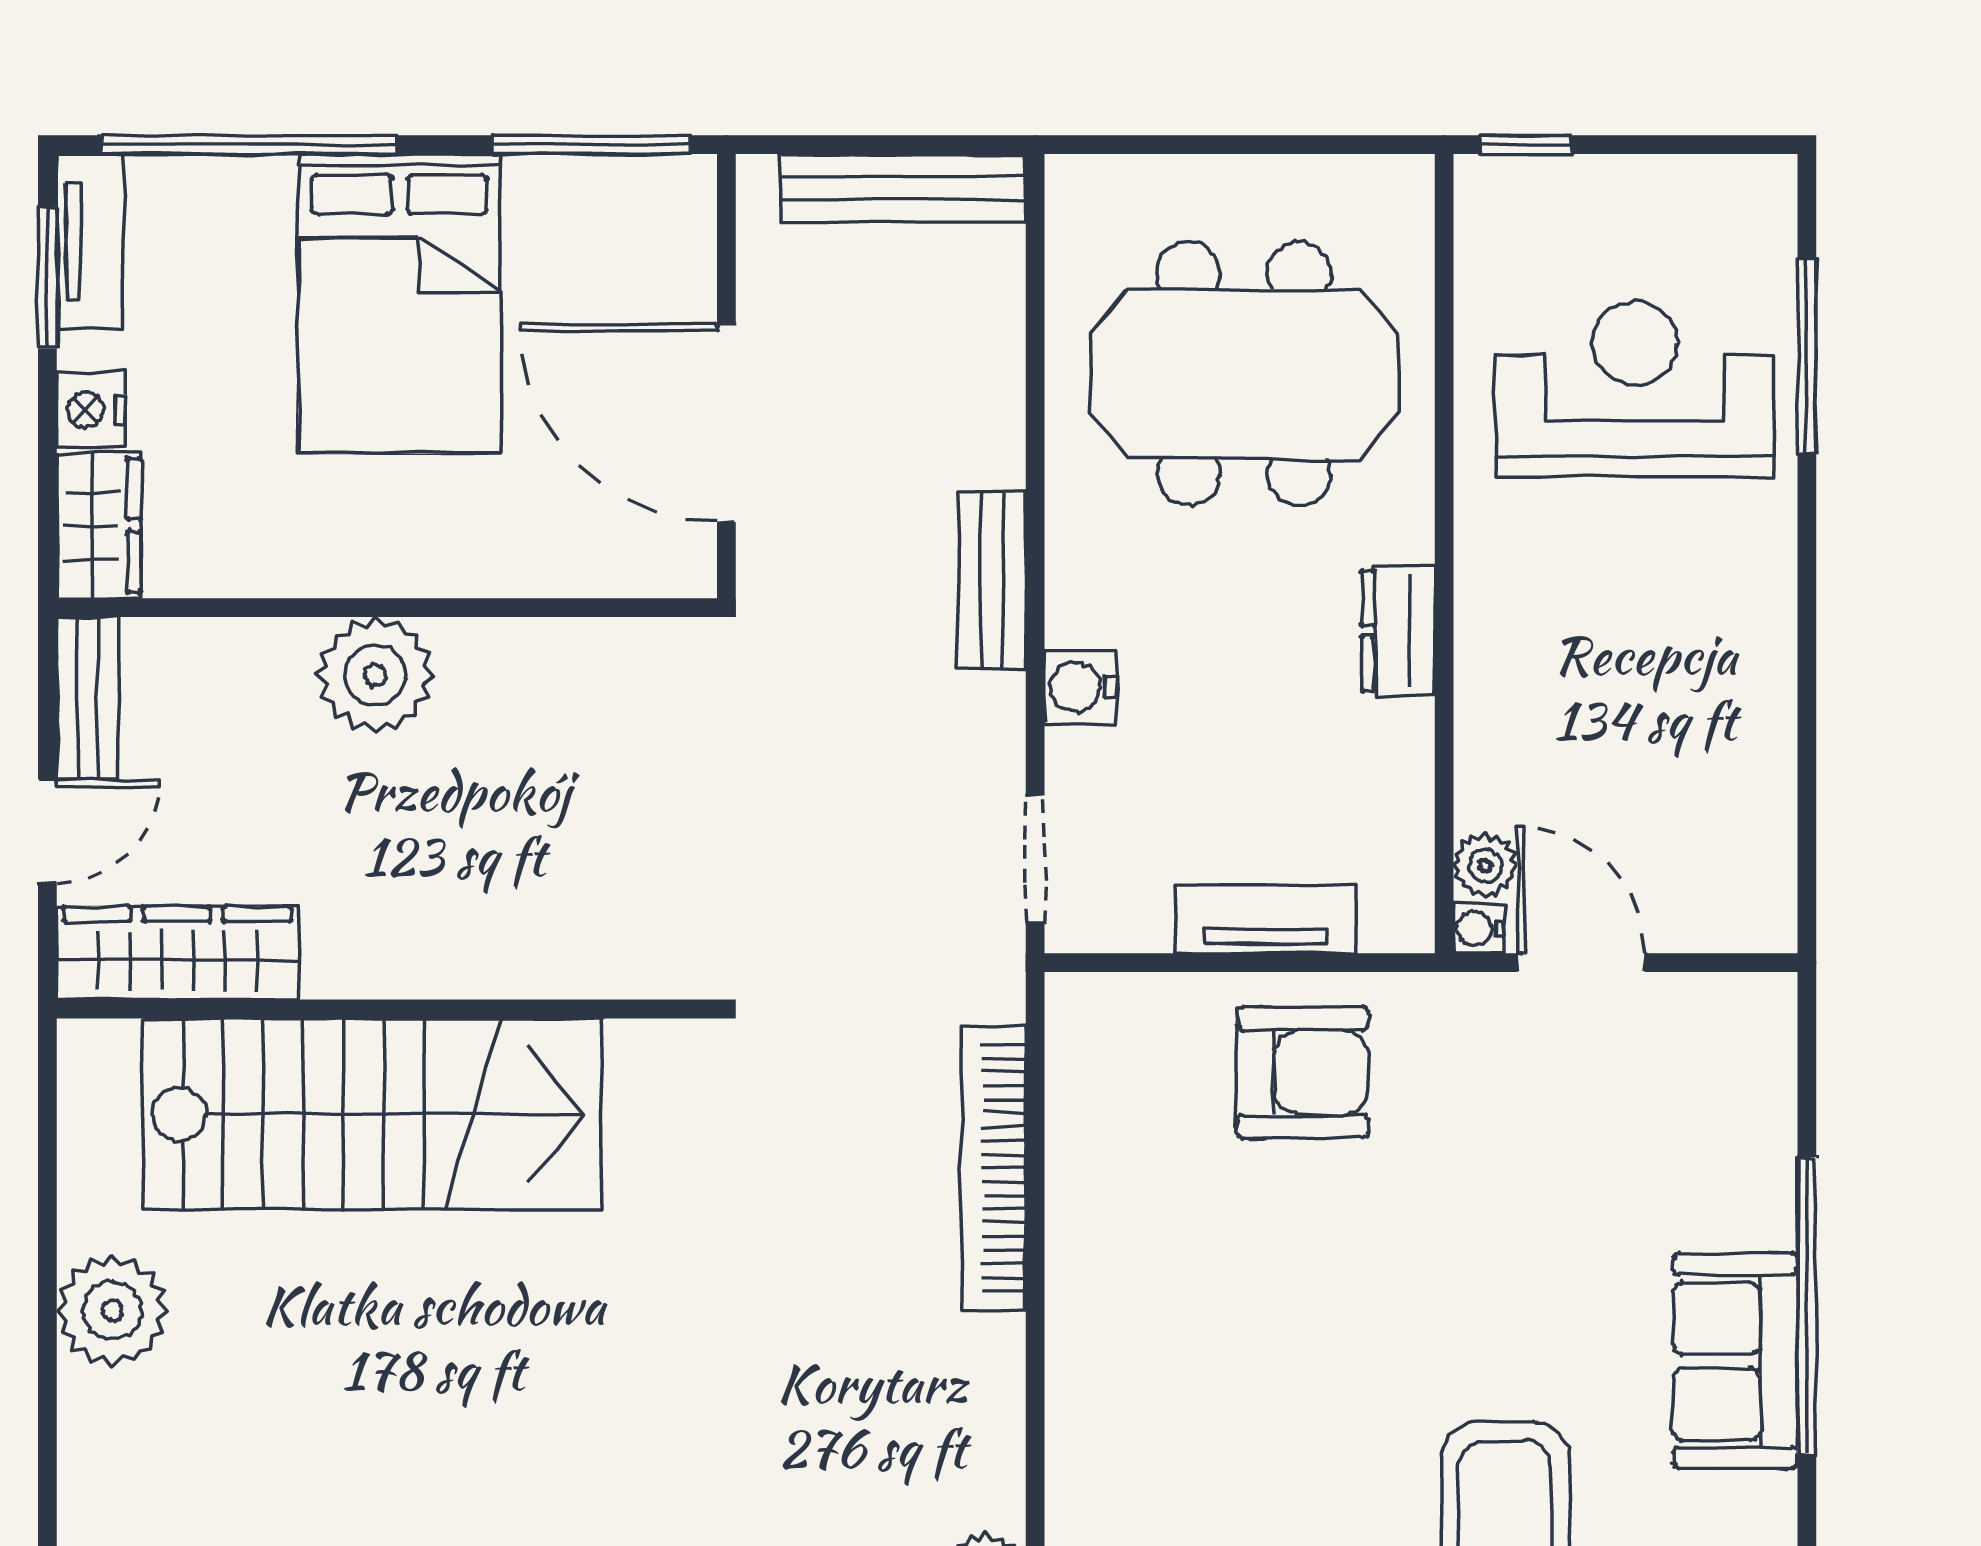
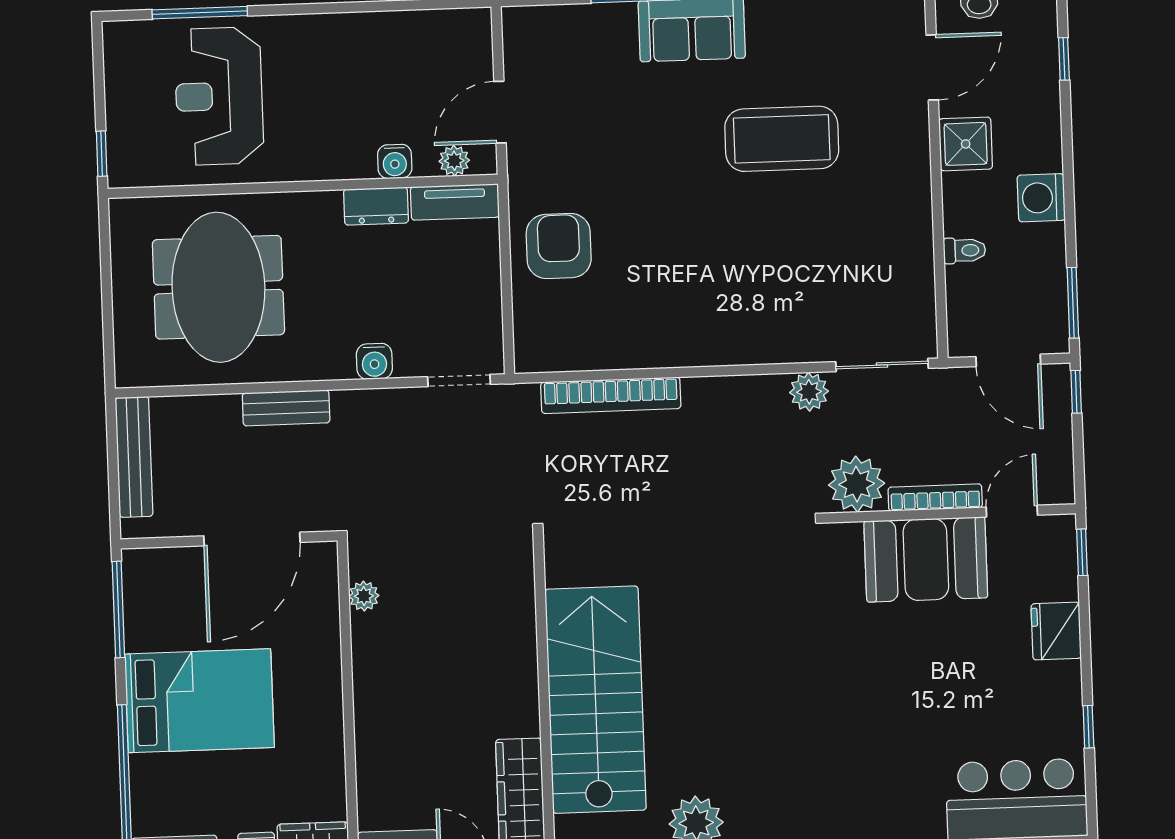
bench: (992, 580) -> (286, 408), moved
dresser: (1398, 631) -> (376, 206), moved
plant: (375, 675) -> (364, 596), moved, width x0.53, depth x0.53
tv unit: (1266, 919) -> (455, 202), moved, turned -90
water cooler: (1478, 928) -> (395, 161), moved, width x1.38, depth x1.38

